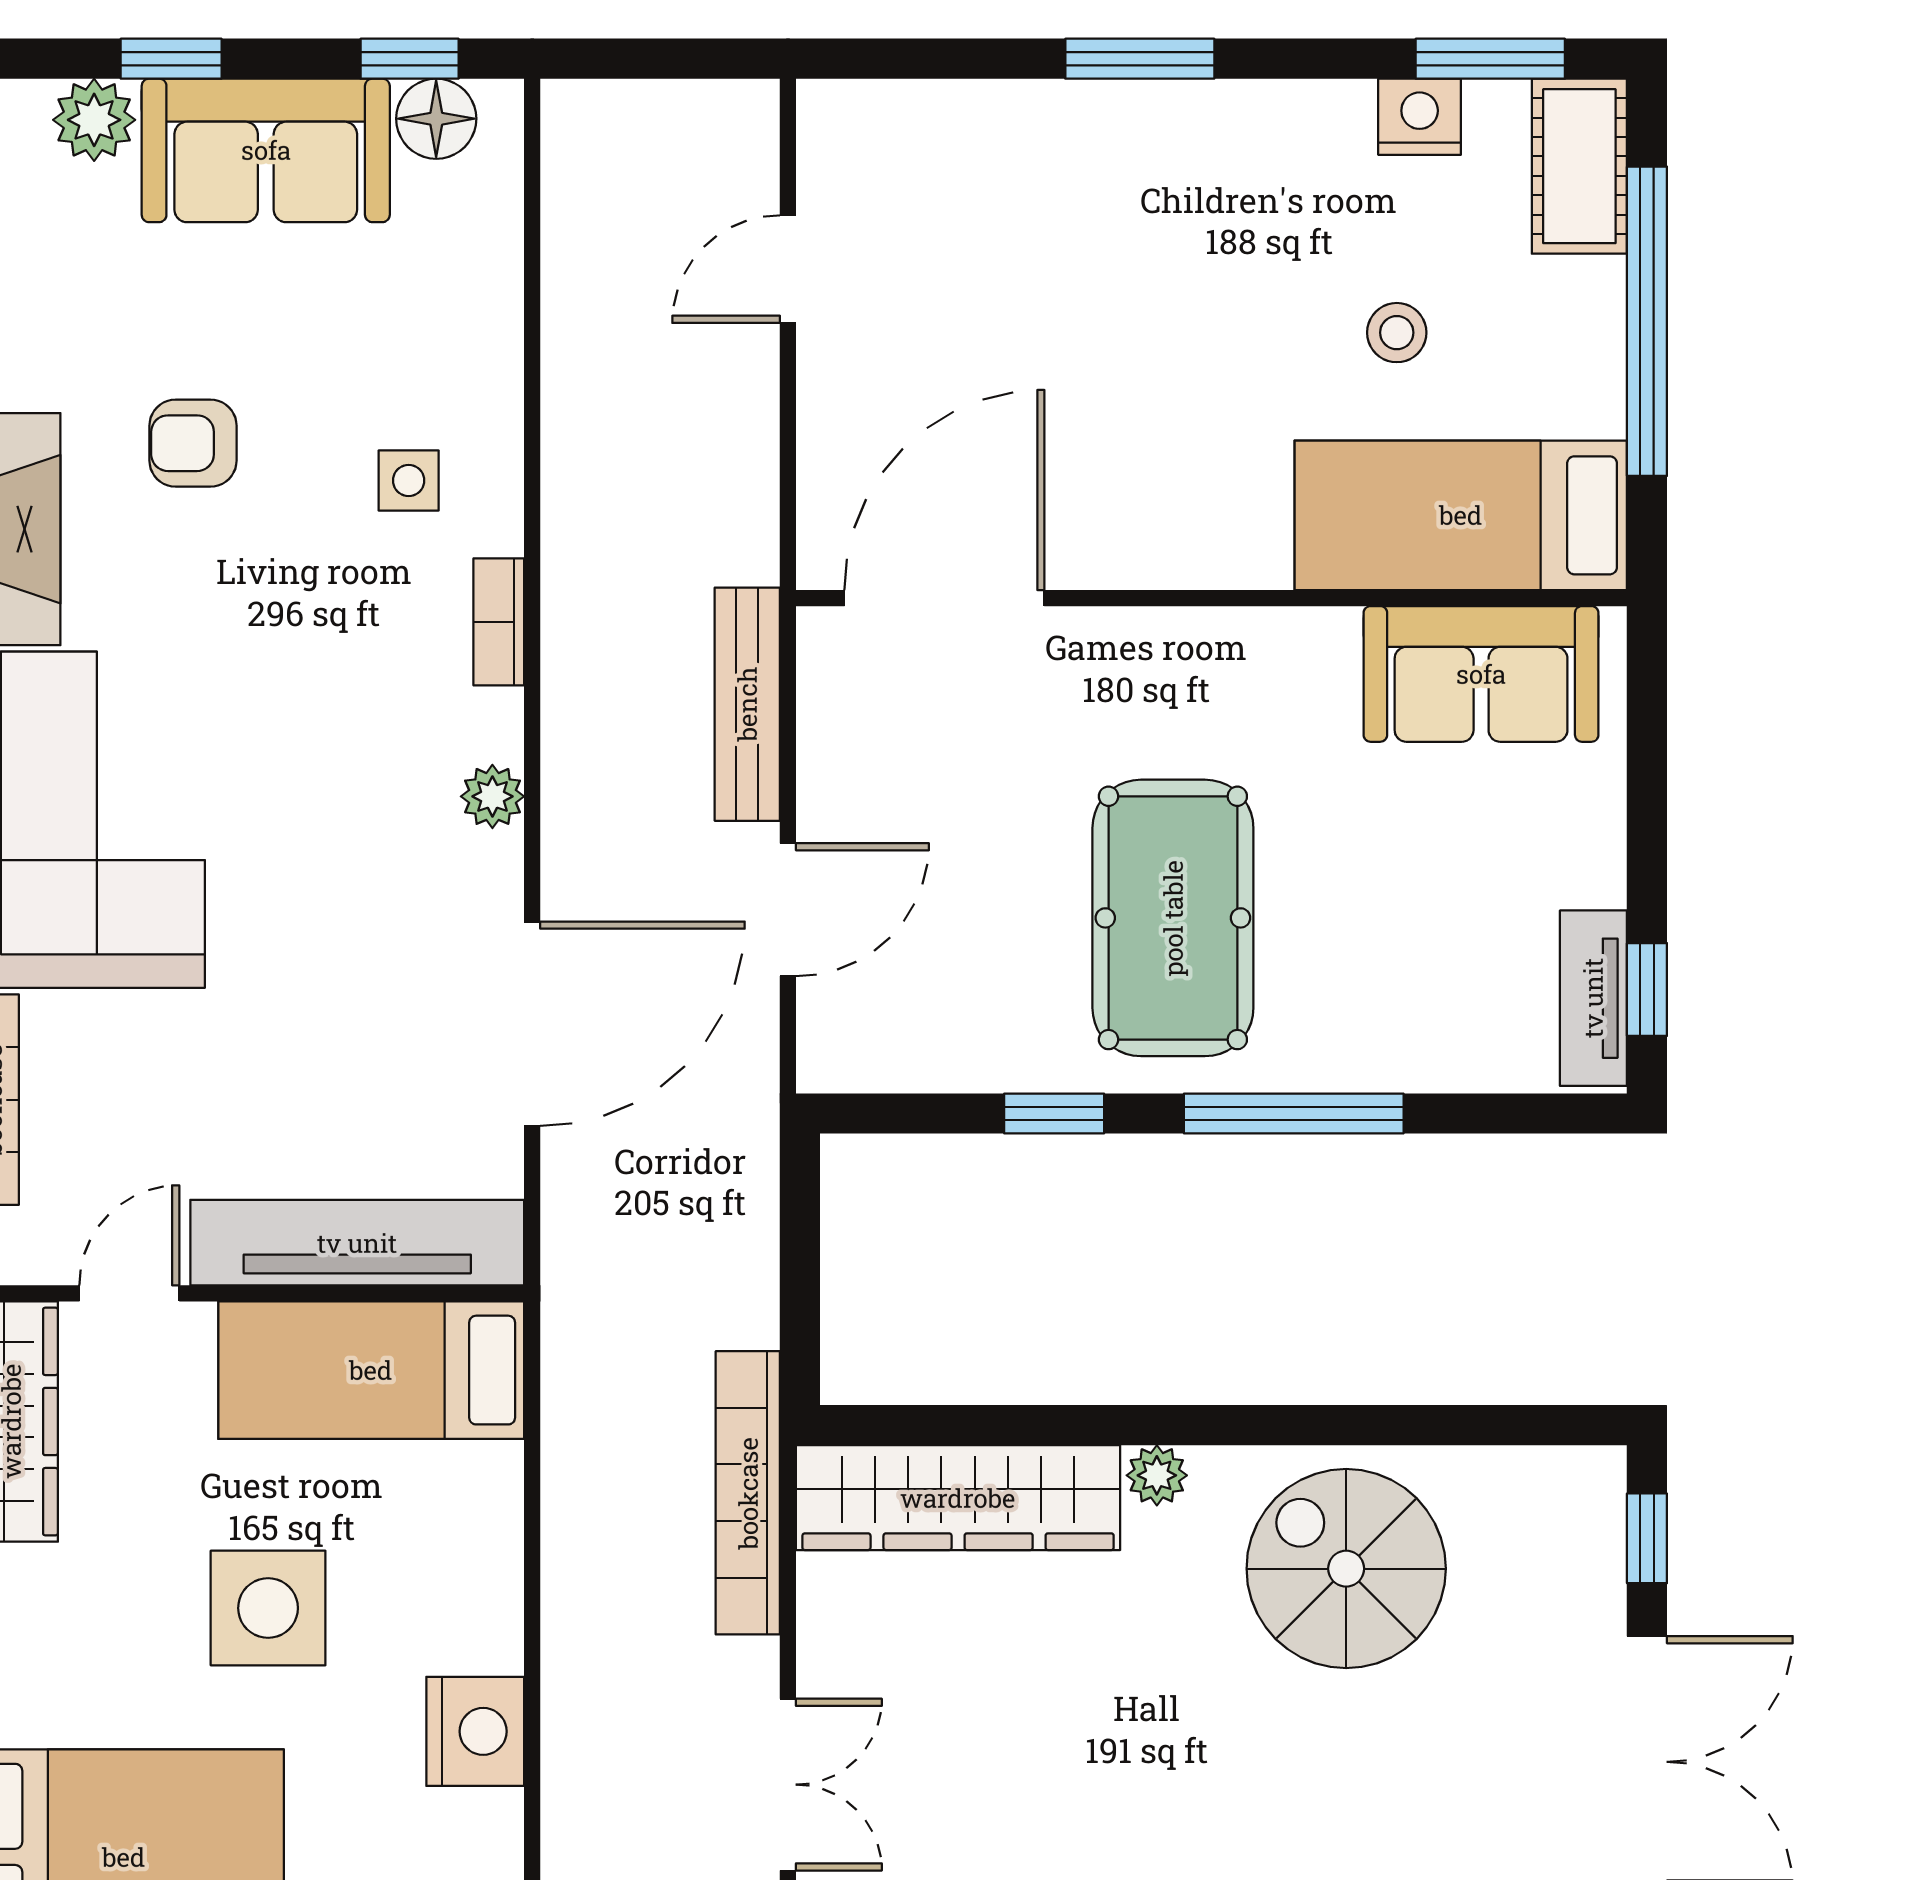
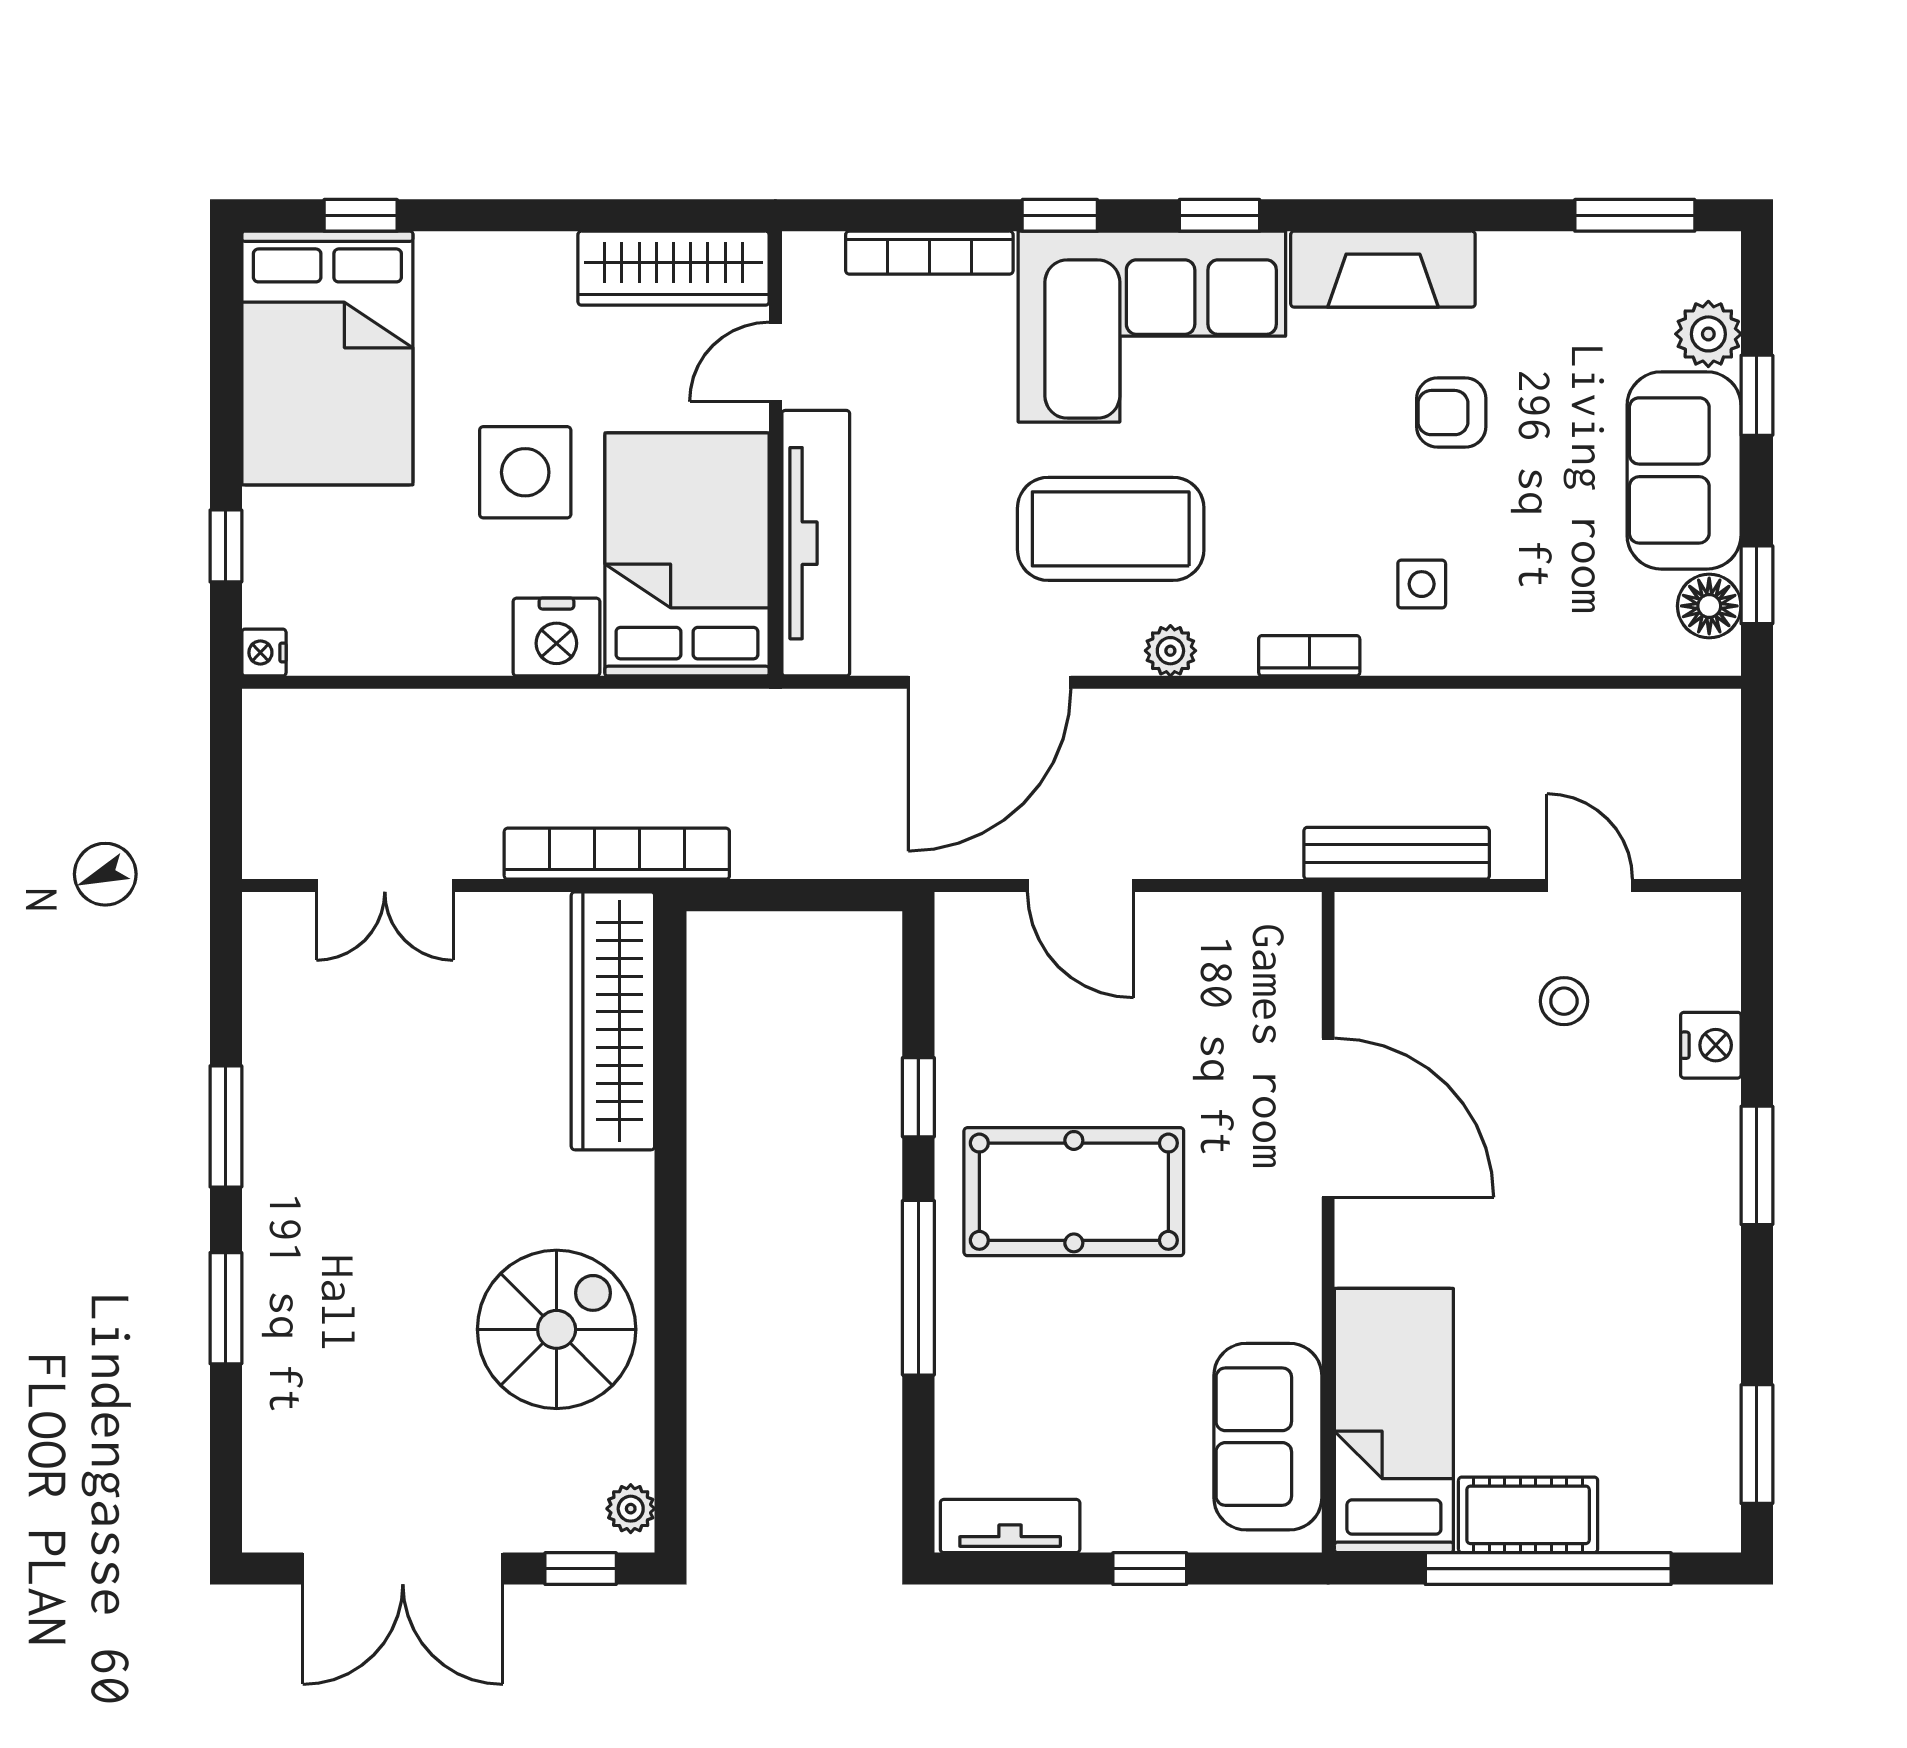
nightstand: (1420, 117) -> (1711, 1045), moved
cot: (1579, 166) -> (1528, 1515), moved
stool: (1397, 333) -> (1564, 1001), moved
armchair: (193, 443) -> (1451, 413), turned -90
door: (944, 598) -> (1328, 1118), moved
bench: (747, 704) -> (1397, 853), moved
coffee table: (339, 872) -> (1111, 529), added
window: (1647, 989) -> (1150, 1569), moved
door: (532, 1024) -> (990, 682), hinge flipped
door: (129, 1293) -> (775, 362), swing flipped
bed: (371, 1370) -> (687, 554), width x1.50
plant: (1157, 1475) -> (631, 1509), moved
nightstand: (475, 1731) -> (556, 637), moved

